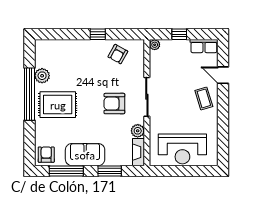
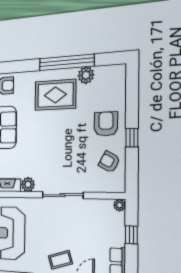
armchair: (114, 104) -> (106, 124), moved
rug: (58, 105) -> (55, 95), turned 90

